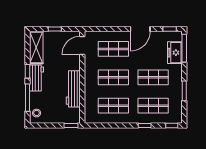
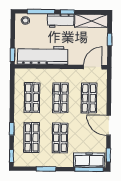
door: (82, 45) -> (93, 67), hinge flipped
freezer: (175, 53) -> (89, 160), width x1.40
workbench: (73, 89) -> (43, 55), width x1.36, depth x1.32

